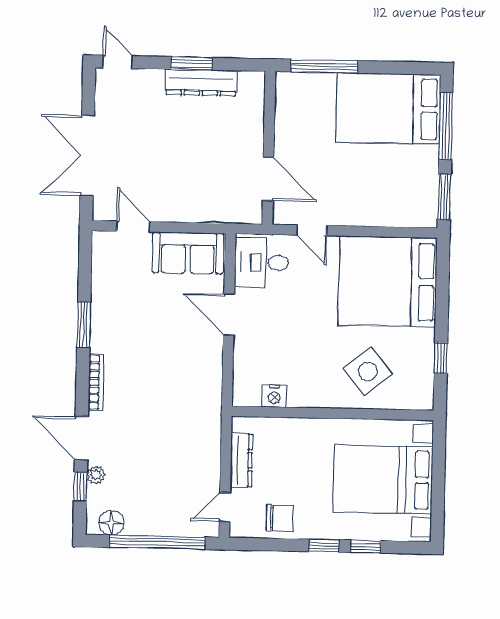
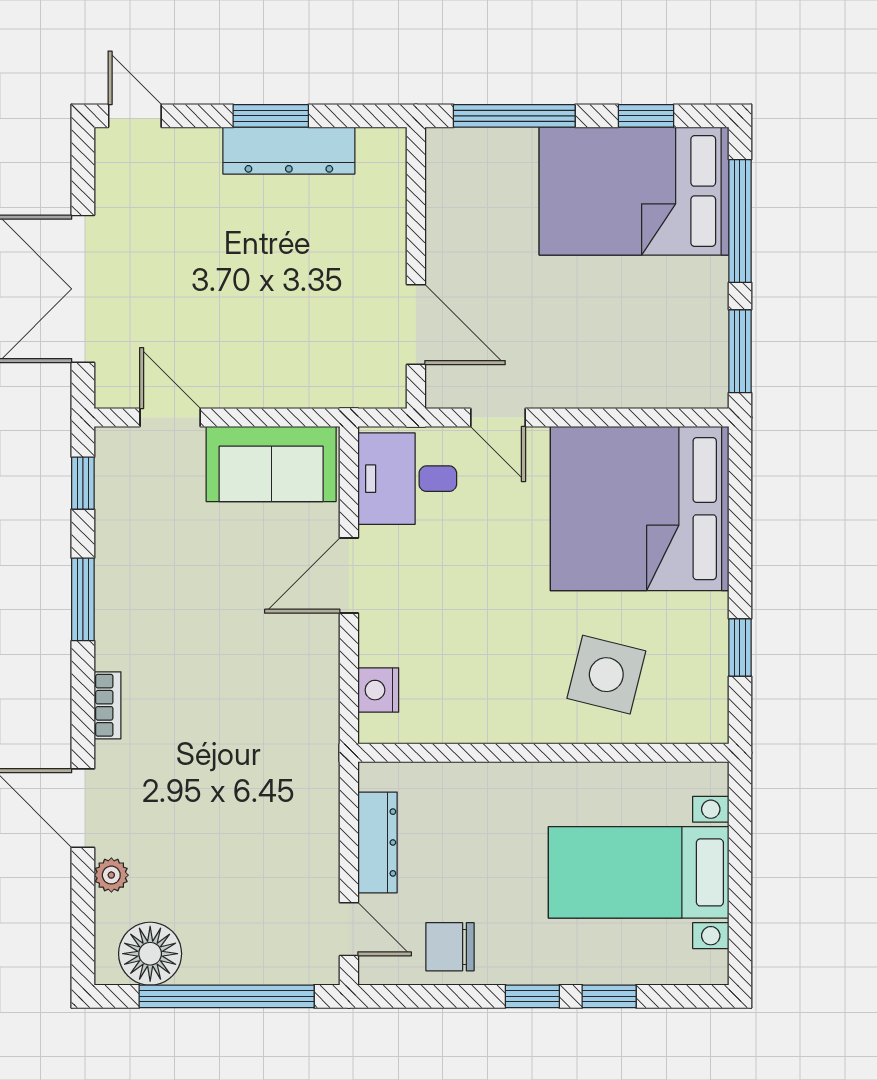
window: (396, 68) -> (646, 116), added
door: (229, 315) -> (349, 576), hinge flipped
side table: (368, 371) -> (606, 675), turned -37
bookcase: (96, 382) -> (107, 705), width x0.64
nightstand: (274, 396) -> (378, 690), moved, turned 90
bed with nightstands: (383, 479) -> (639, 872), width x0.73
window: (80, 486) -> (83, 483), moved
door: (225, 507) -> (349, 929), swing flipped
chair: (280, 518) -> (450, 947), turned 180
floor lamp: (112, 523) -> (150, 954), width x1.38, depth x1.38

